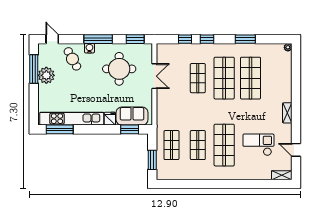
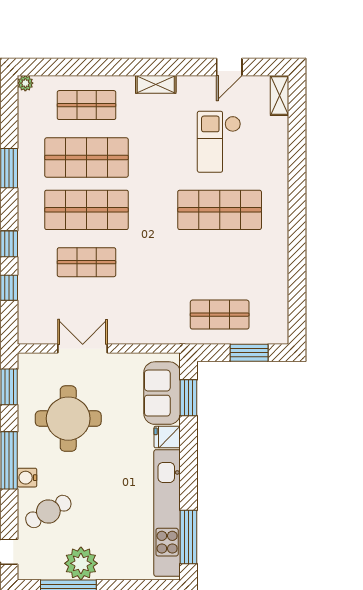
shop shelf: (198, 145) -> (86, 105), moved

